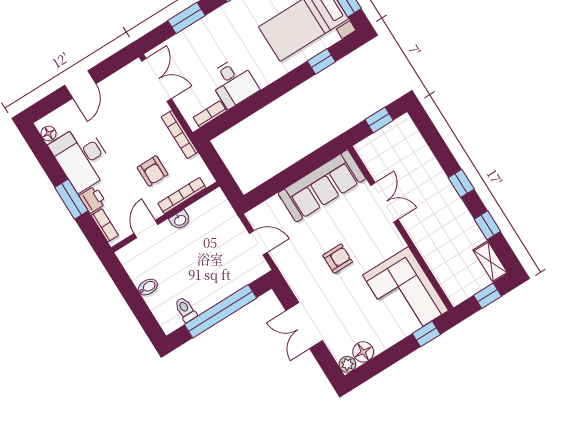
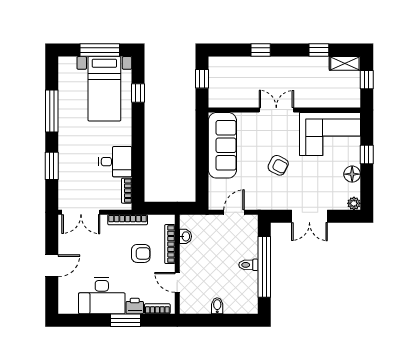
double door: (156, 80) -> (81, 212), swing flipped
door: (80, 84) -> (52, 266), hinge flipped
floor lamp: (49, 133) -> (71, 308), removed
window: (461, 183) -> (261, 50), moved
double door: (384, 202) -> (276, 110), moved
washbasin: (180, 220) -> (186, 236), moved
armchair: (338, 259) -> (278, 165), turned 117
toilet: (185, 310) -> (248, 265), moved
window: (426, 334) -> (367, 154), moved
floor lamp: (363, 352) -> (352, 174), moved

